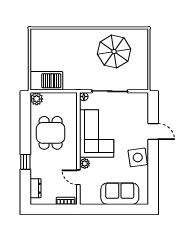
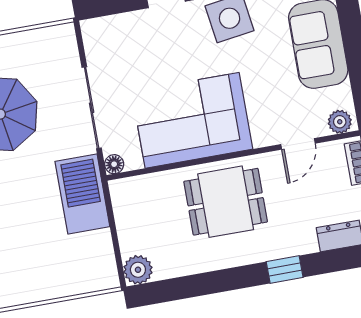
barbecue: (46, 81) -> (82, 194), moved
dining table: (51, 133) -> (226, 202), moved
plant: (85, 164) -> (340, 122), moved

